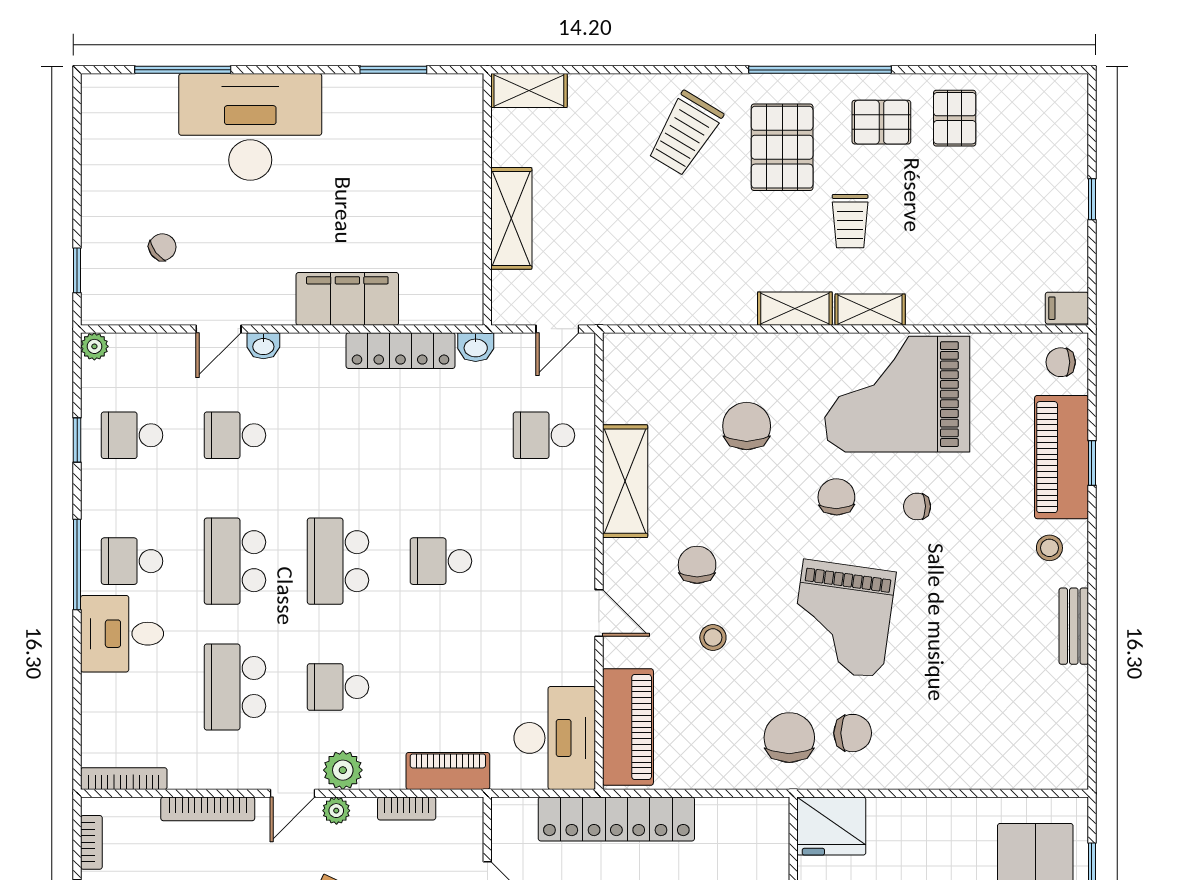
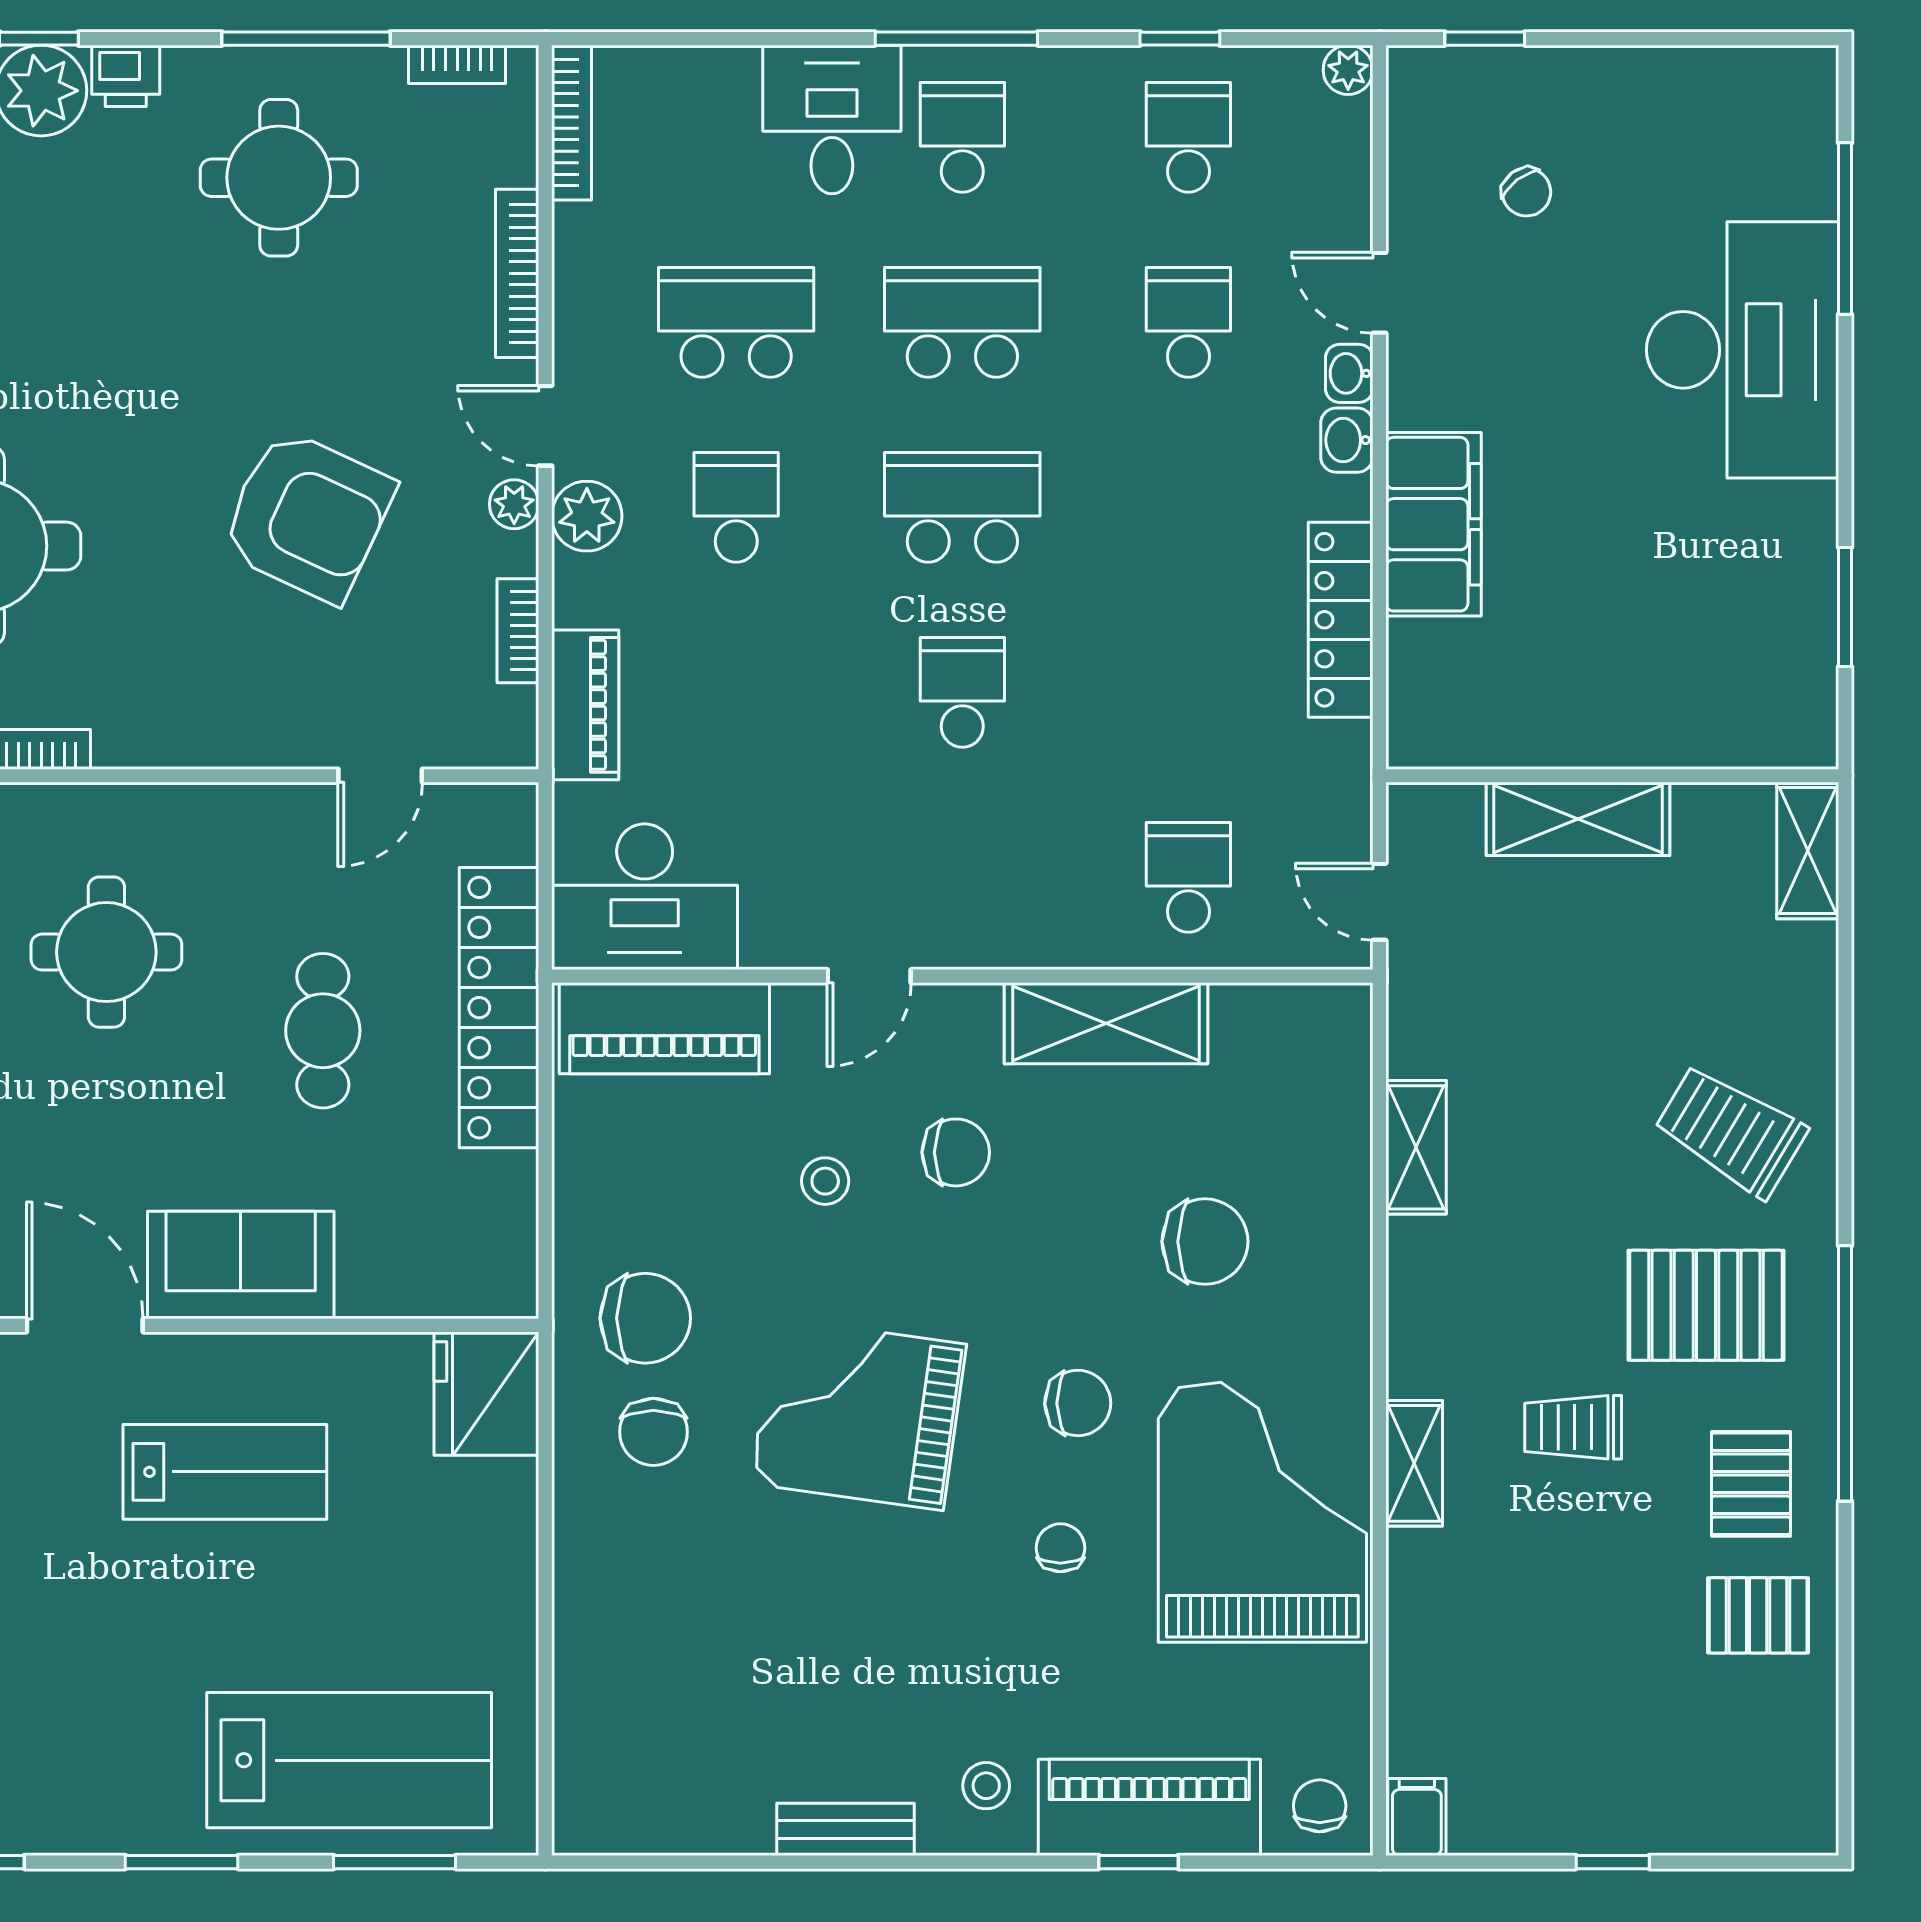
shelving: (795, 309) -> (1416, 1147), moved
washbasin: (476, 347) -> (1347, 440), moved

